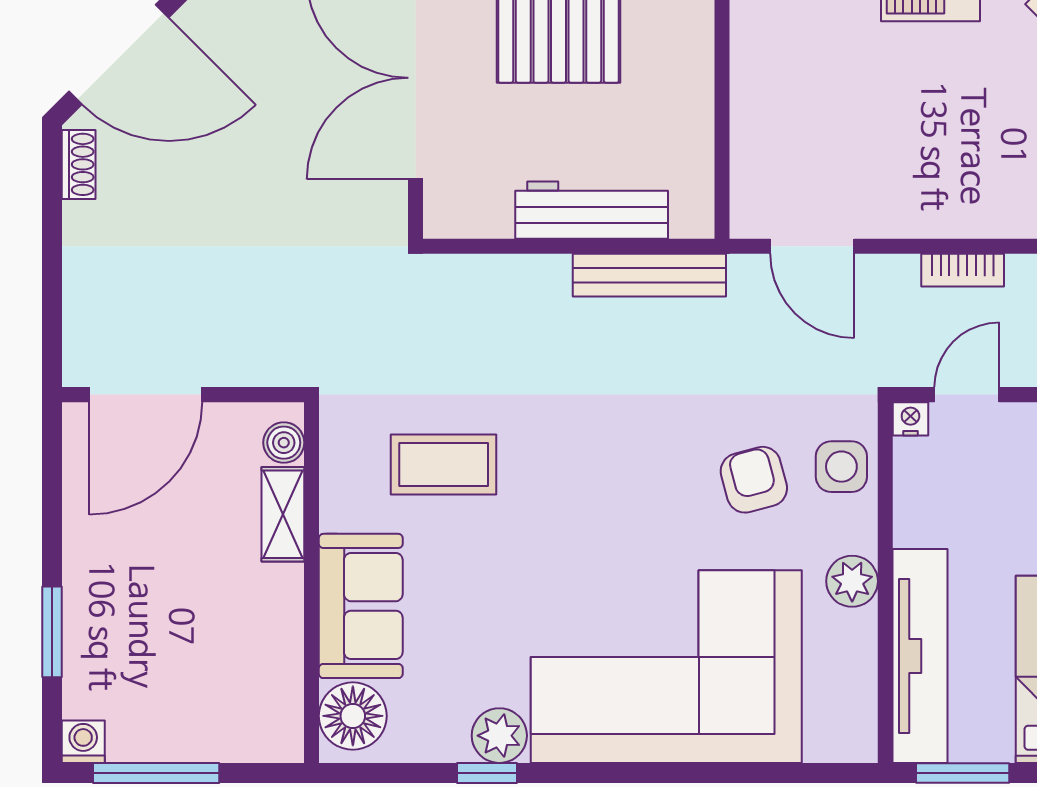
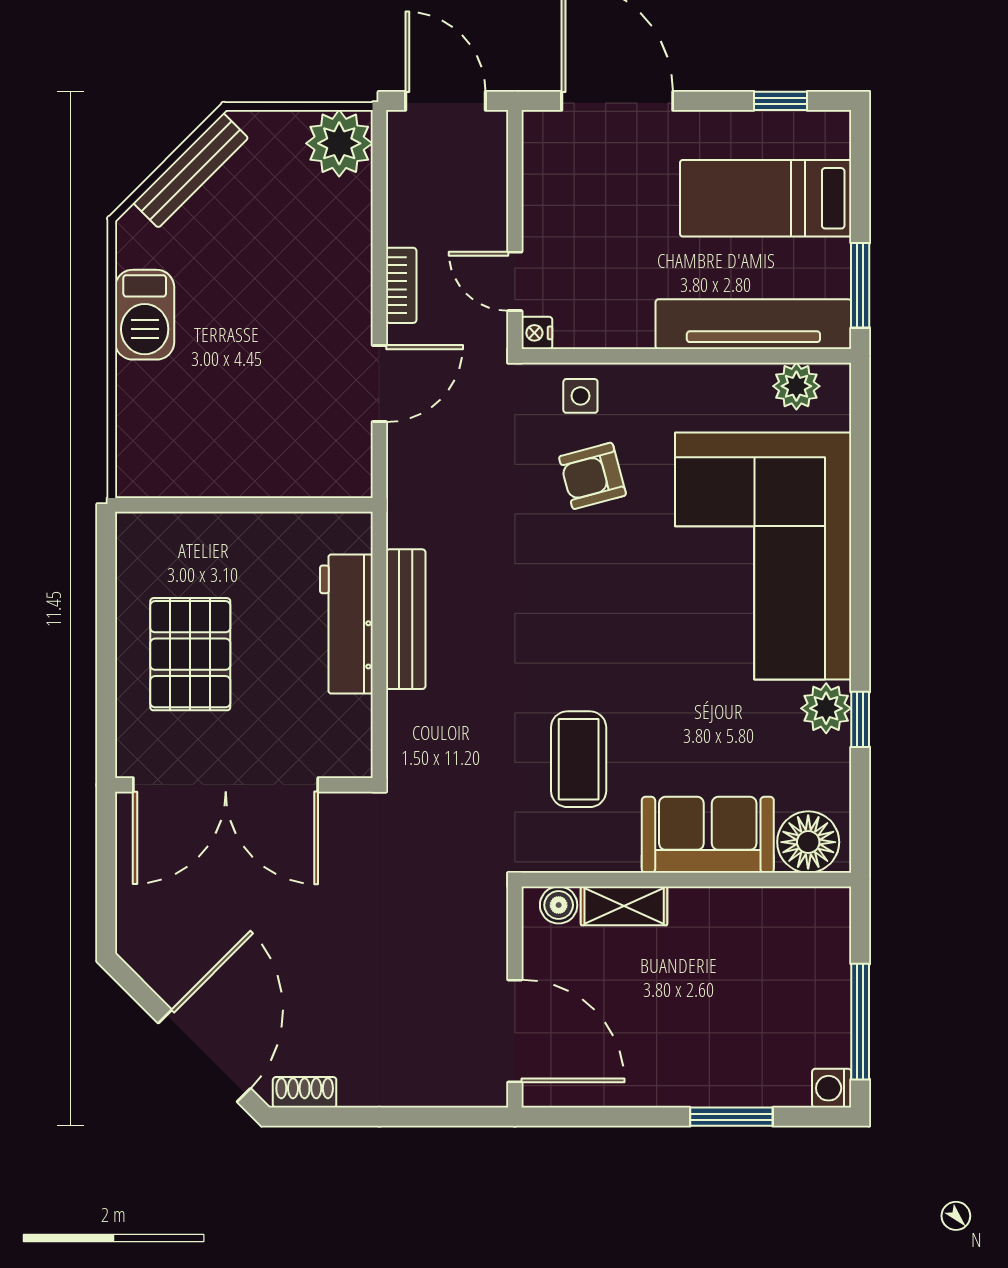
door: (812, 246) -> (379, 383), moved
bench: (649, 275) -> (406, 619), moved
side table: (841, 467) -> (580, 396), width x0.73, depth x0.73
plant: (852, 581) -> (796, 386), moved

